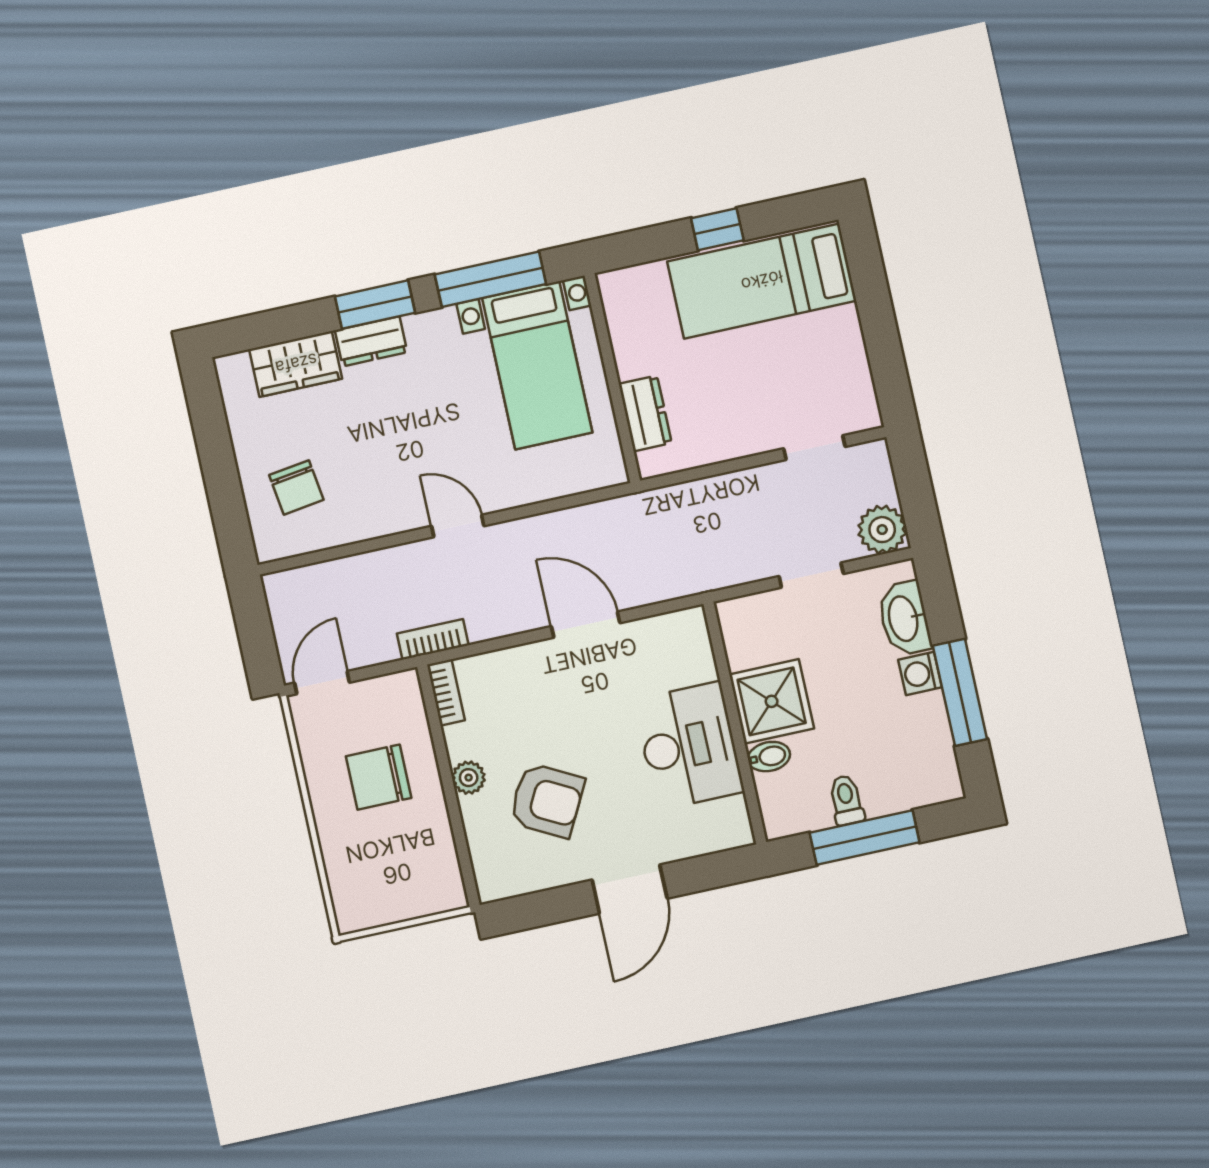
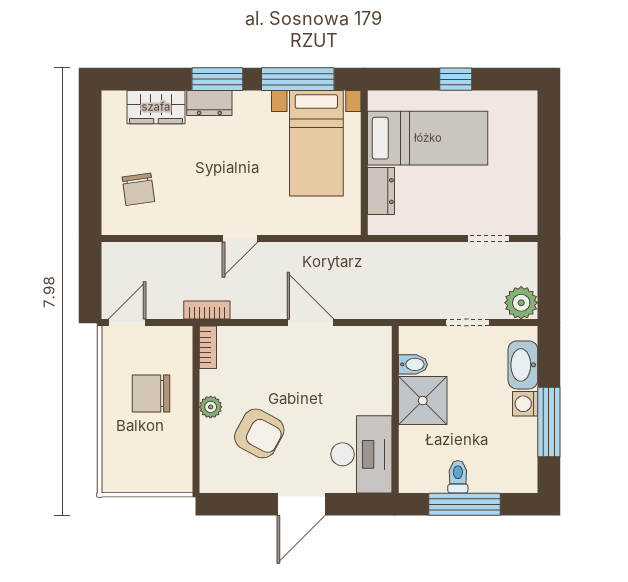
bed: (762, 281) -> (428, 138), moved, turned 180
door: (458, 526) -> (240, 238), swing flipped
desk: (689, 746) -> (361, 454), moved
bidet: (769, 757) -> (413, 364), moved

